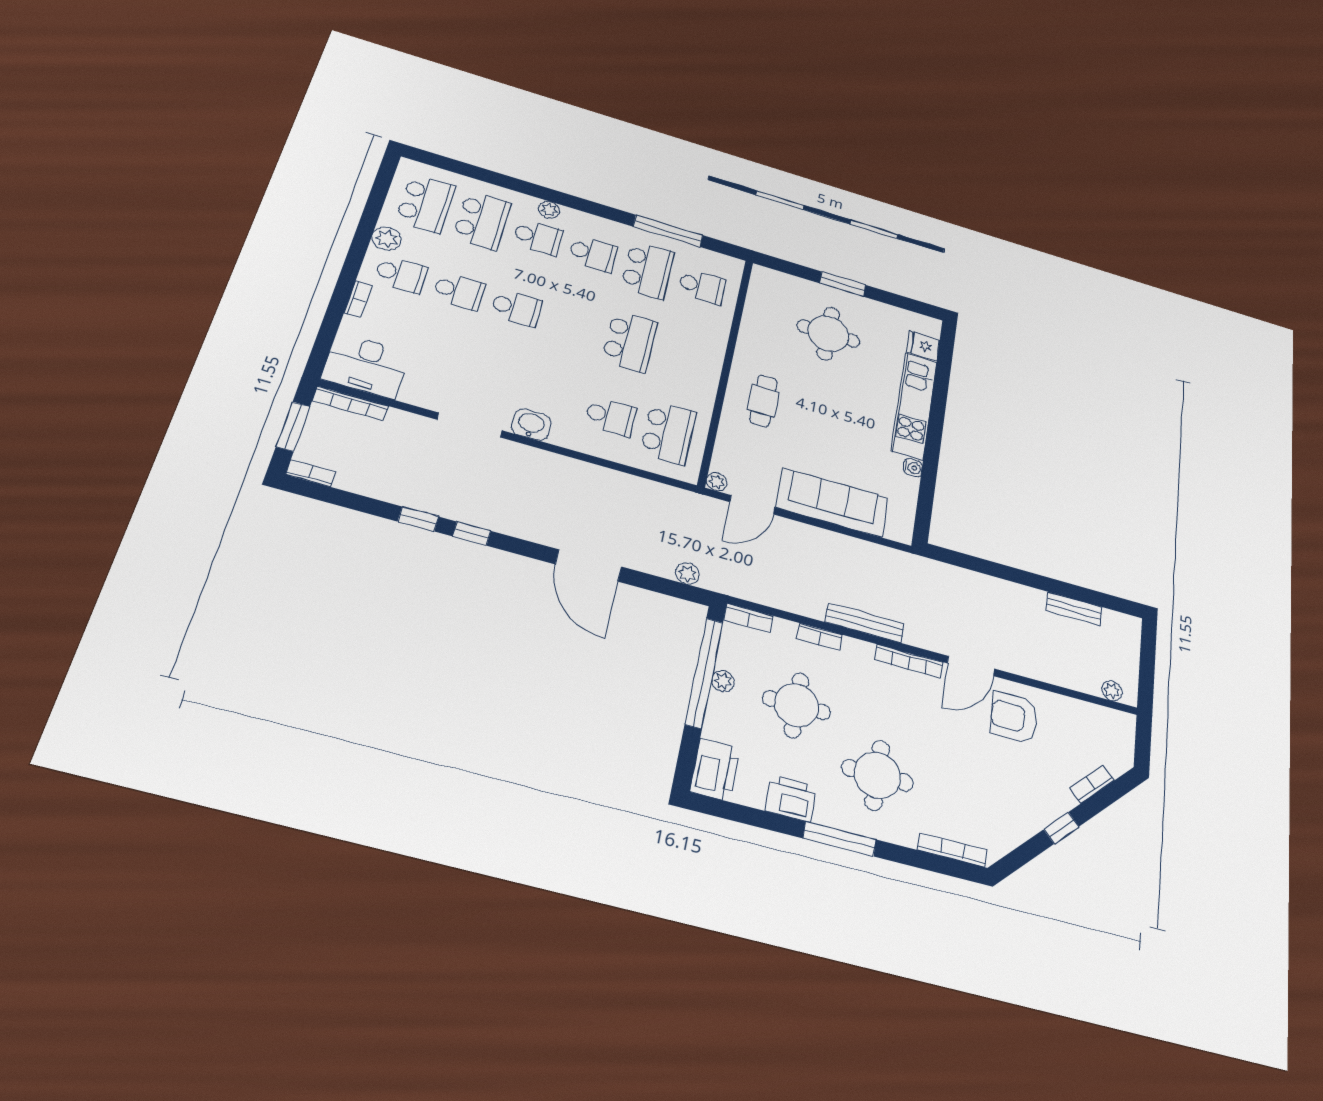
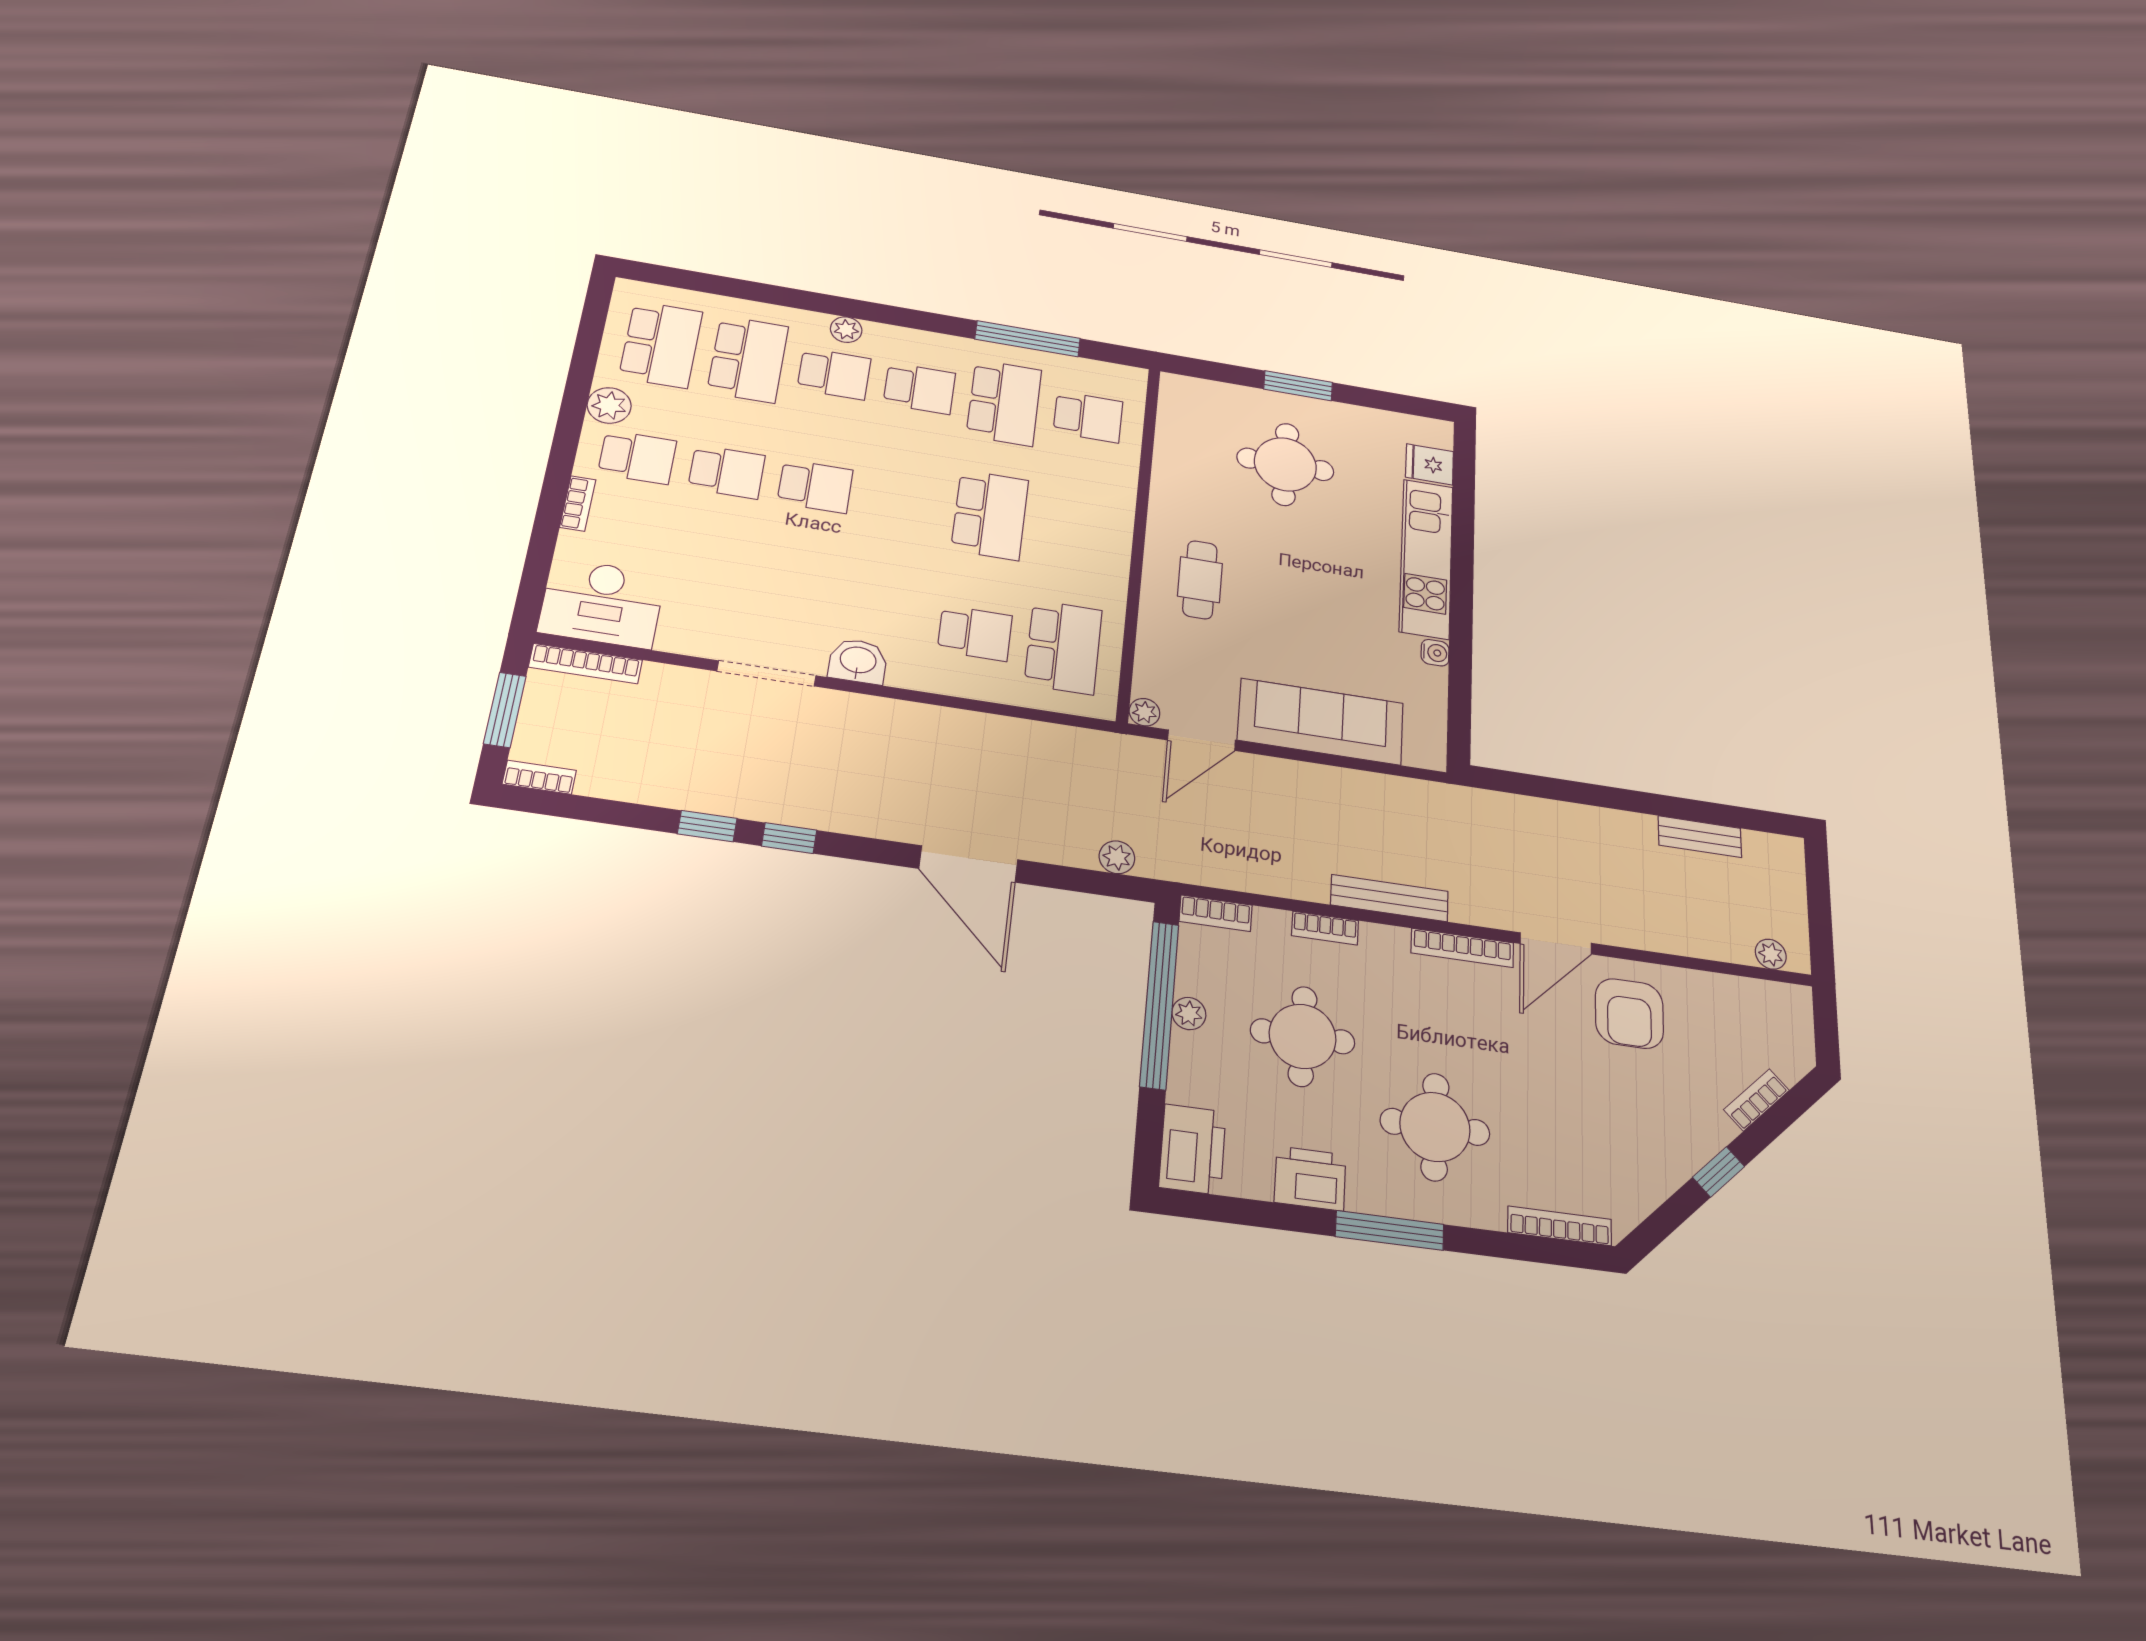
armchair: (1014, 718) -> (1629, 1013), turned -90

